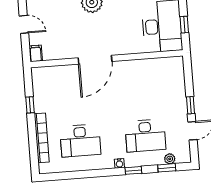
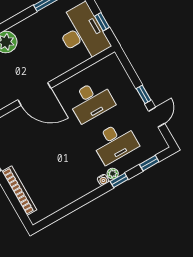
door: (95, 60) -> (34, 94), hinge flipped
desk: (80, 141) -> (91, 101), moved
plant: (170, 159) -> (113, 174), moved

